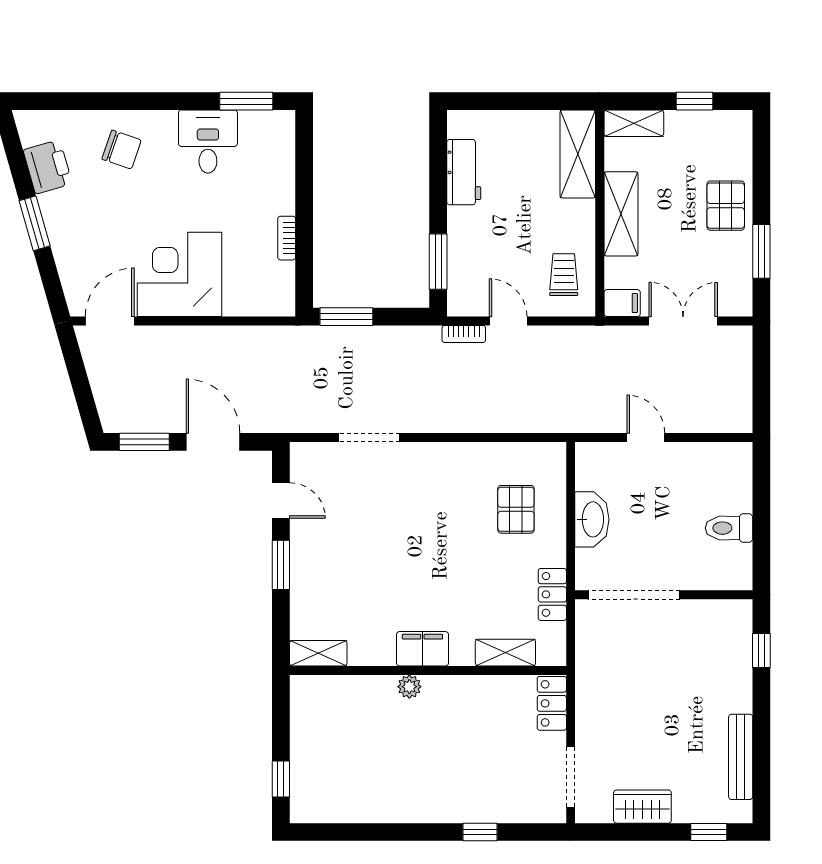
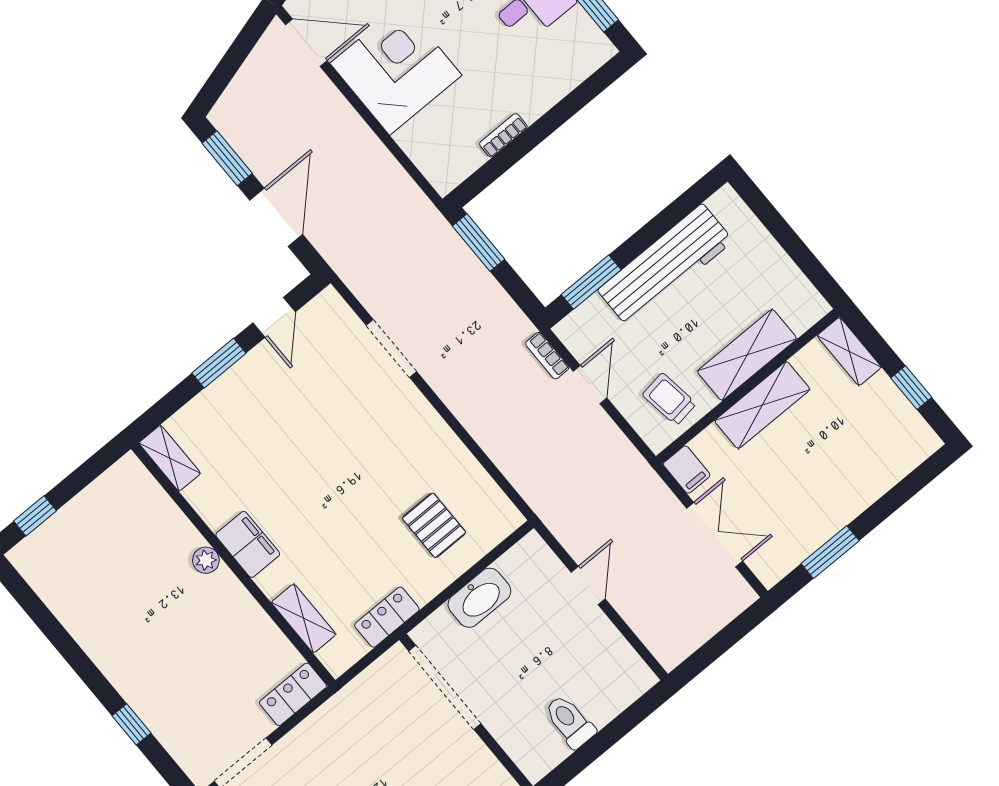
shelving: (578, 154) -> (747, 355), moved
workbench: (464, 172) -> (665, 266), width x1.88, depth x1.32
pallet: (726, 206) -> (844, 489), removed
trolley: (564, 275) -> (669, 399), turned -98
pallet: (516, 509) -> (434, 525), turned 90

